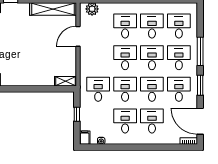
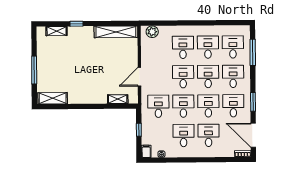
door: (78, 36) -> (139, 77), moved
window: (200, 51) -> (253, 52), moved
shelving: (66, 81) -> (118, 99), moved

